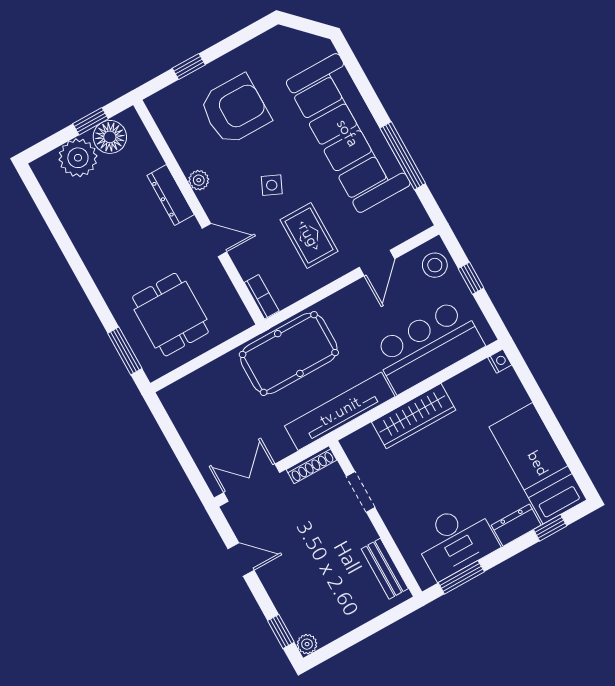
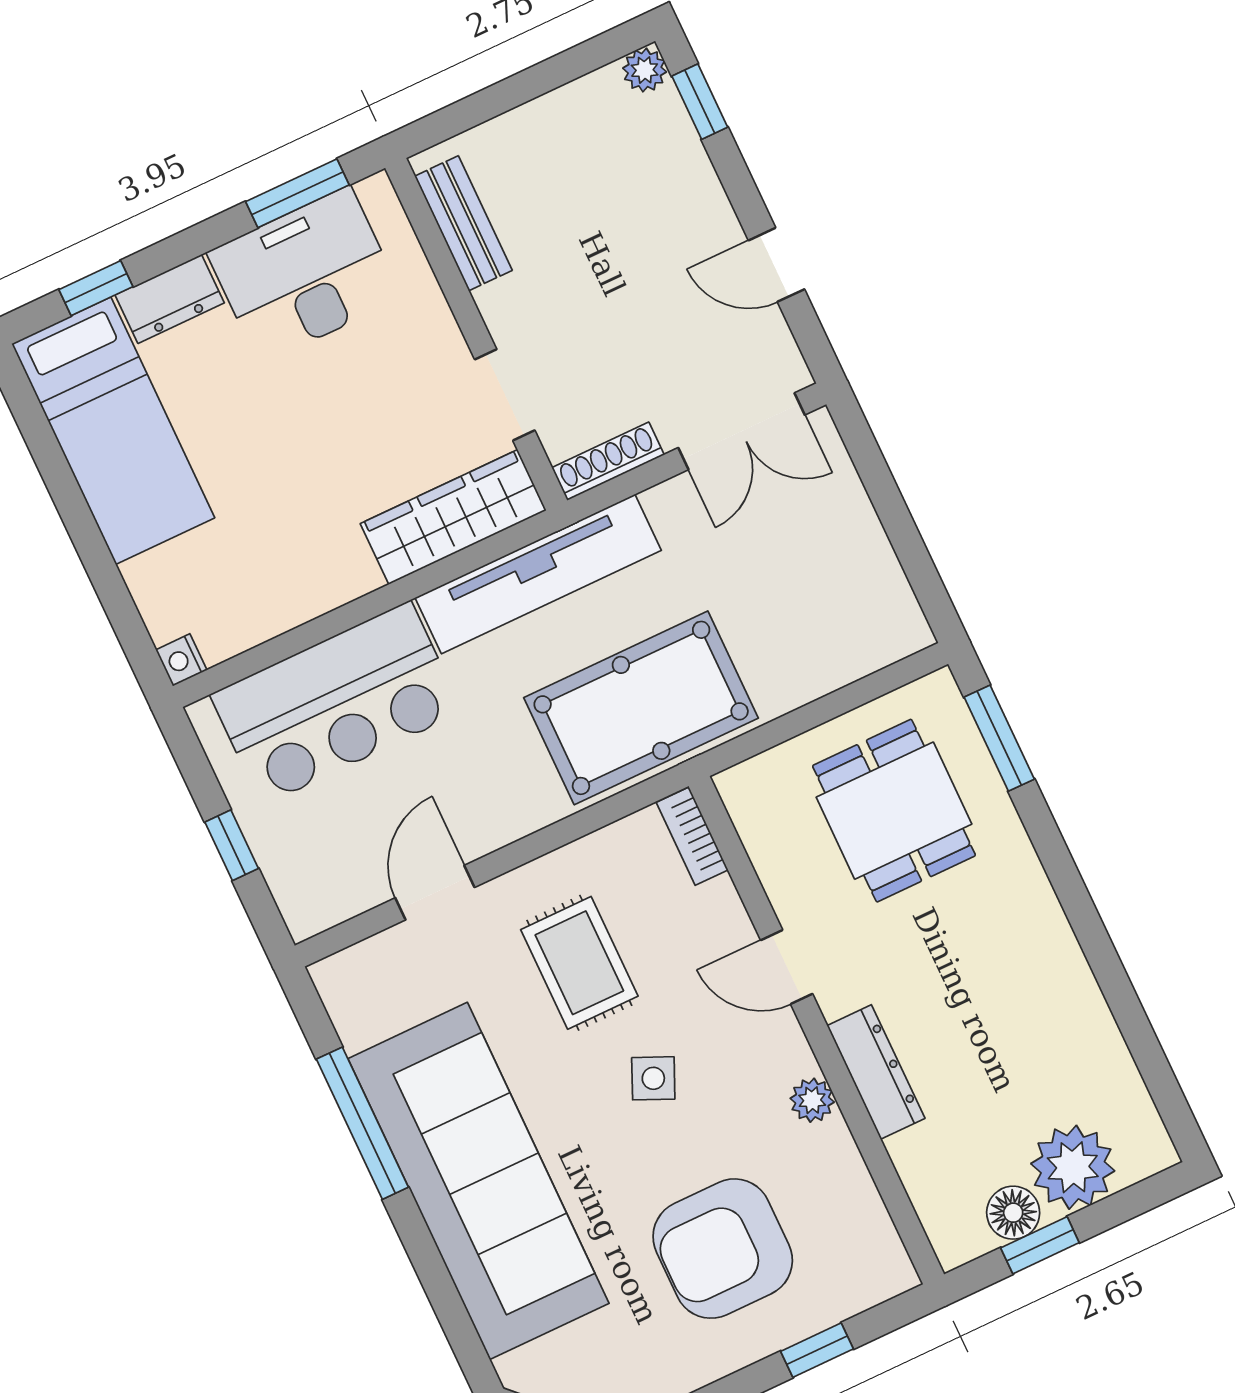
floor lamp: (110, 137) -> (1013, 1213), width x0.73, depth x0.73
stool: (435, 265) -> (309, 879), removed
wardrobe: (414, 416) -> (453, 517), moved

